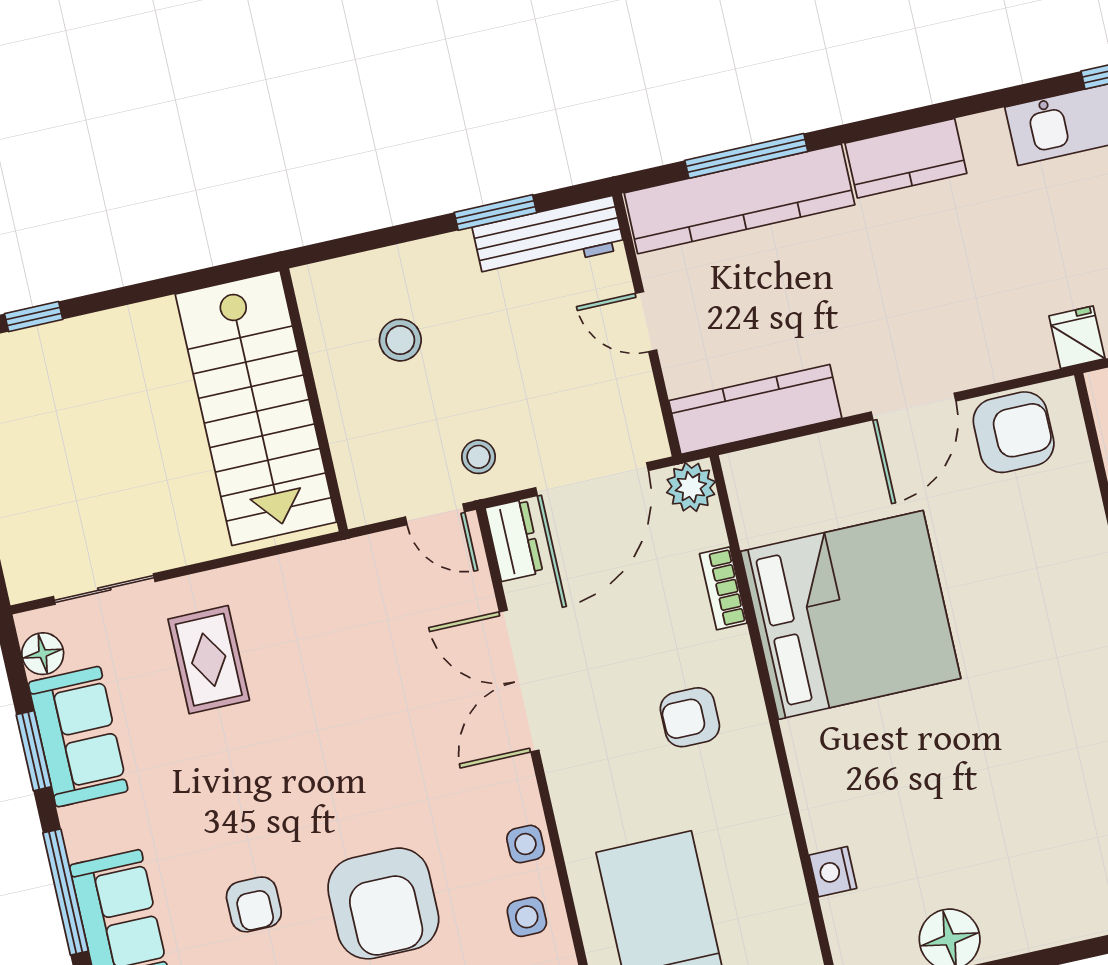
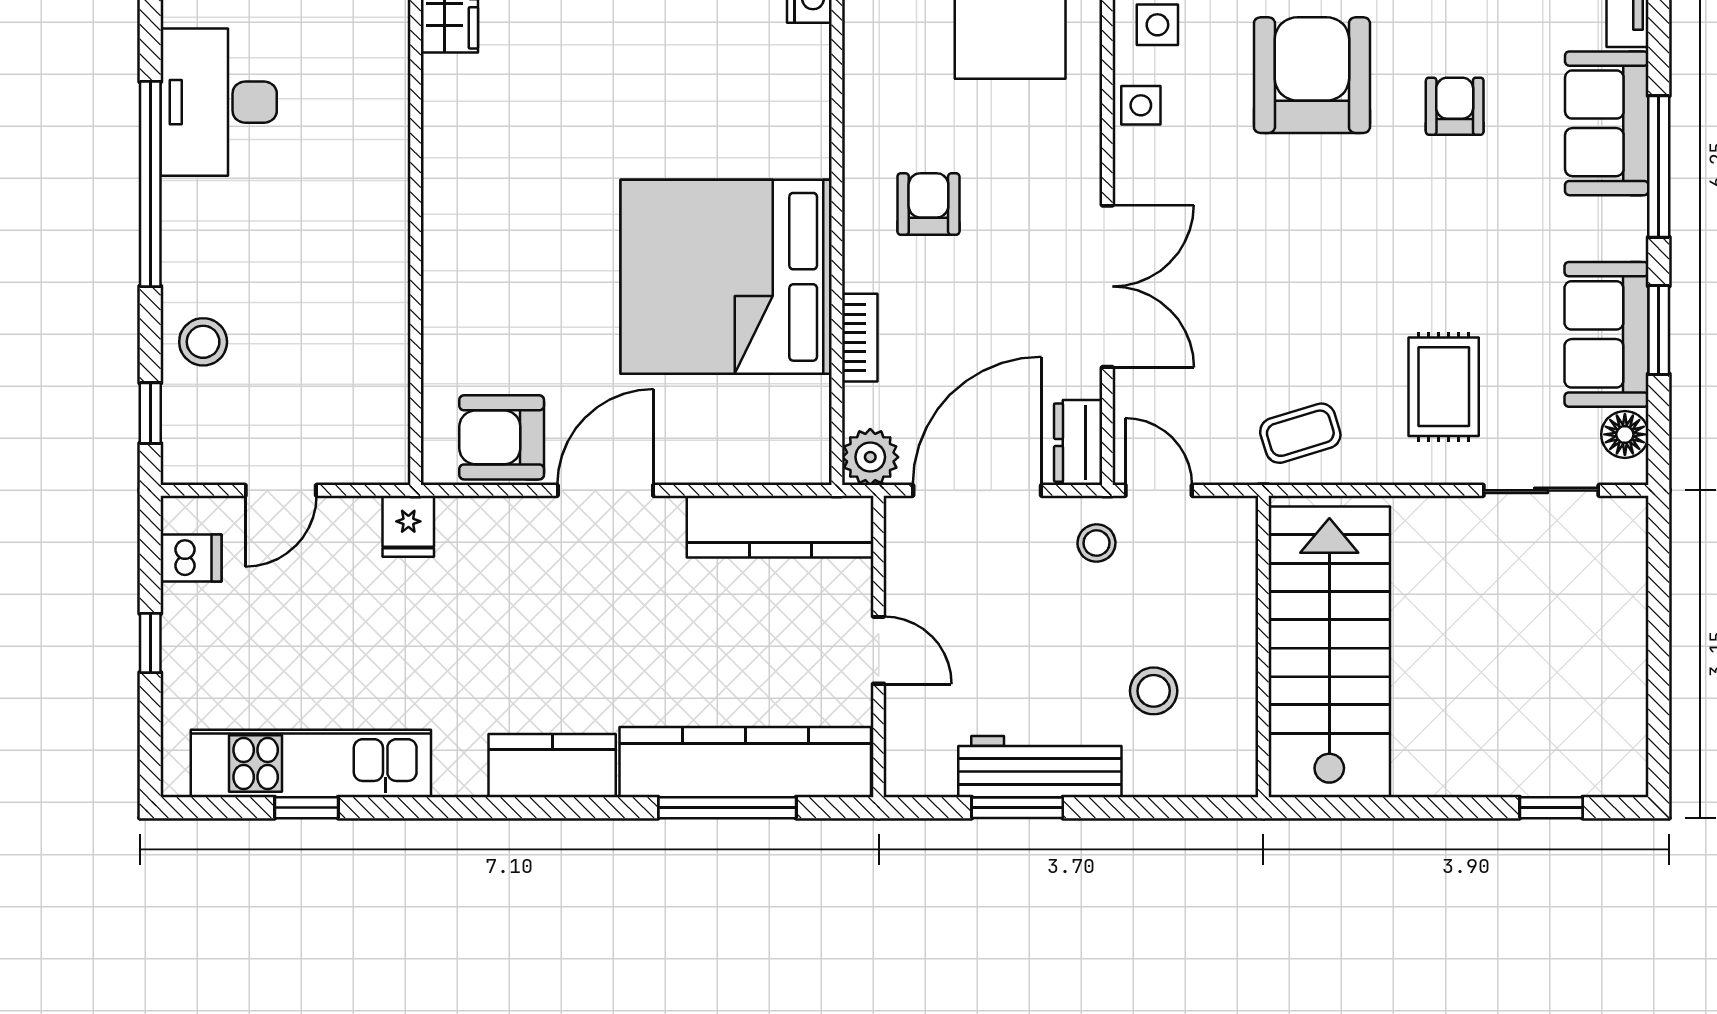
workbench: (548, 238) -> (1040, 767), moved
coffee table: (324, 592) -> (1300, 433), added
armchair: (690, 717) -> (928, 204), turned -90

